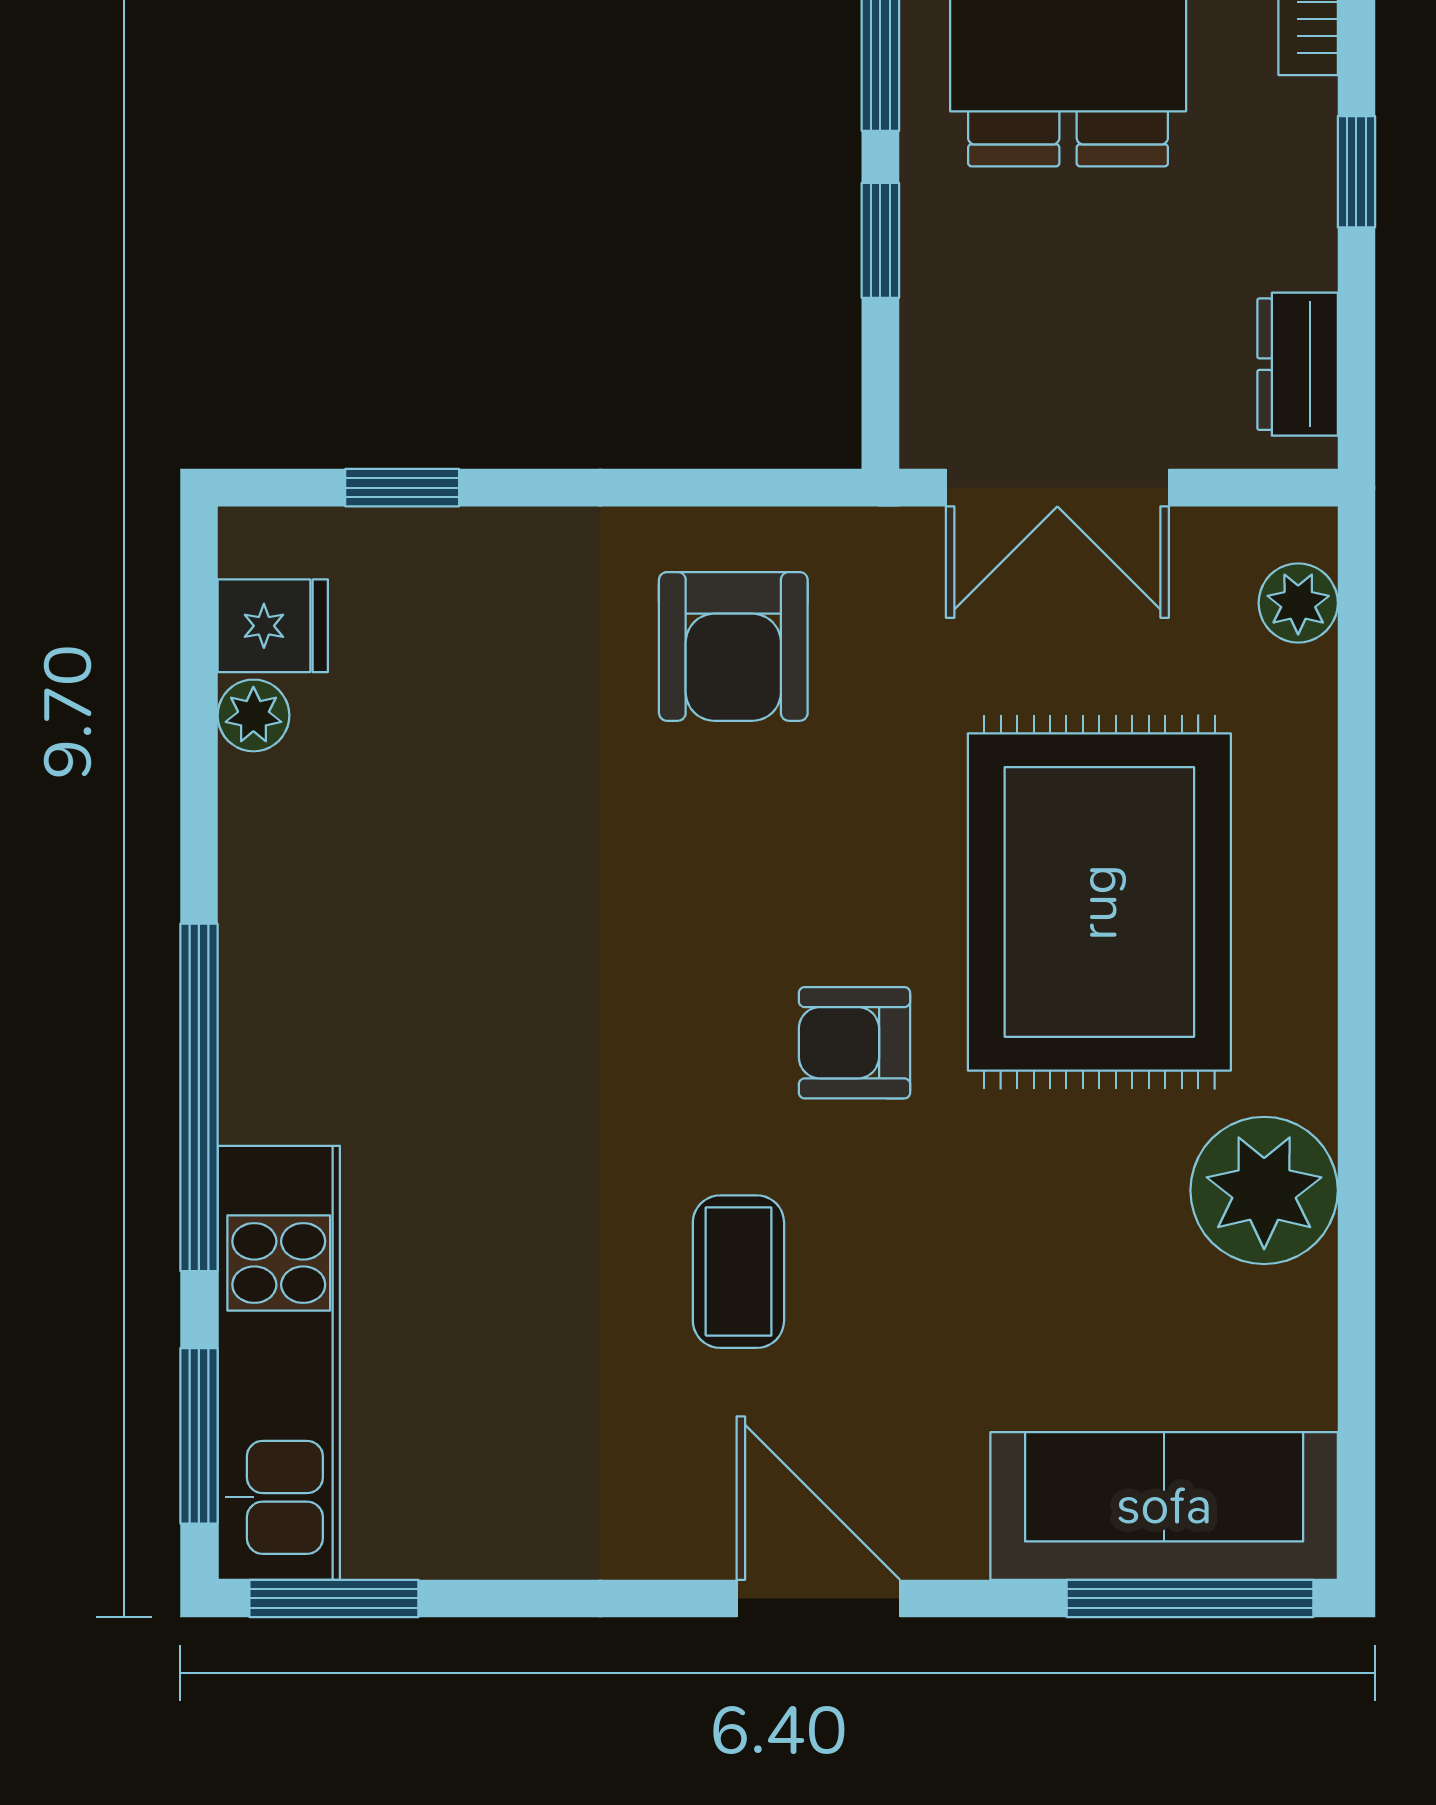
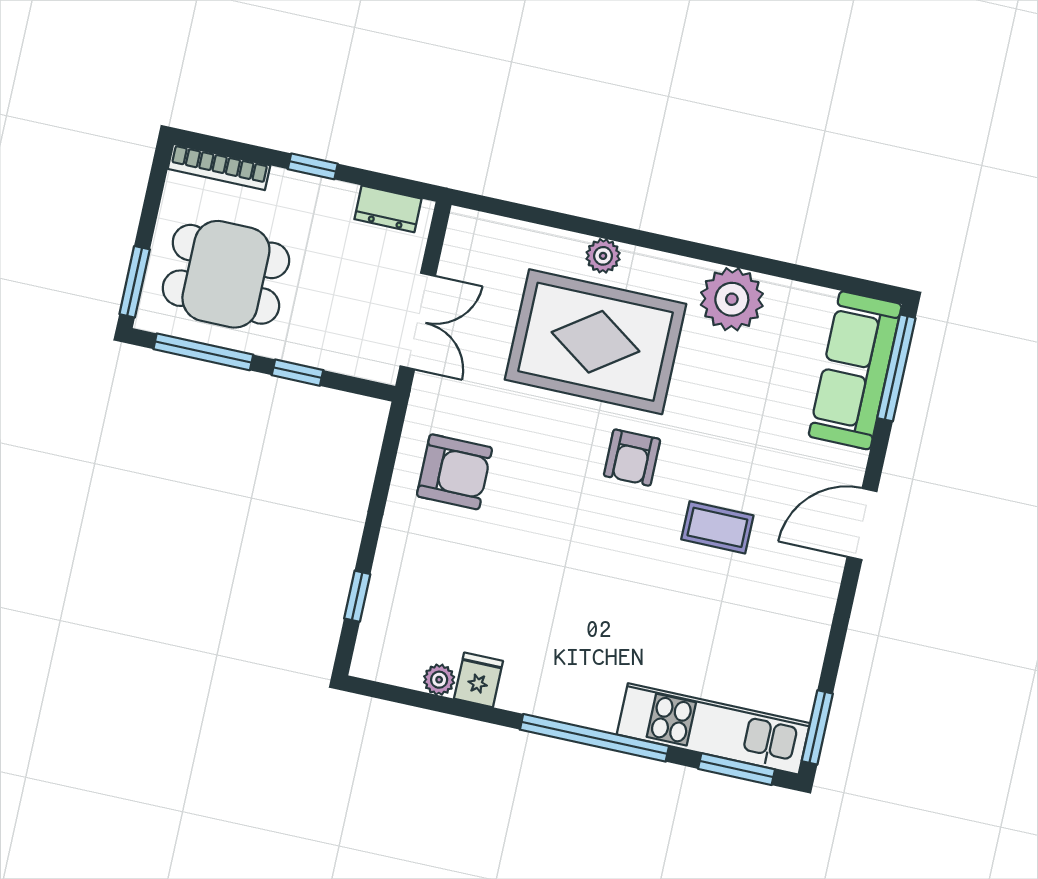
plant: (1298, 603) -> (603, 256), moved
fridge: (273, 626) -> (479, 680), moved

